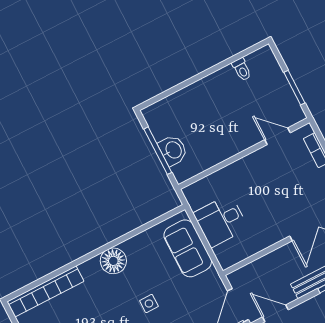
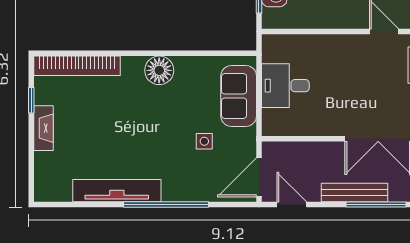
side table: (149, 304) -> (204, 141), moved

